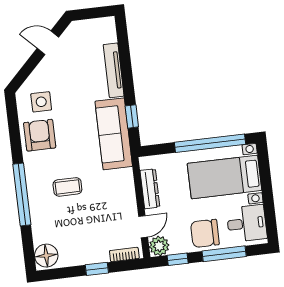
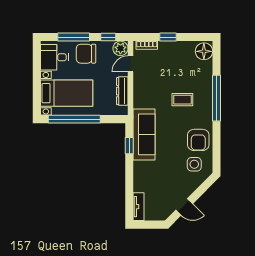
tv unit: (114, 70) -> (138, 207), moved, width x0.71
chair: (205, 233) -> (86, 54), turned 180

